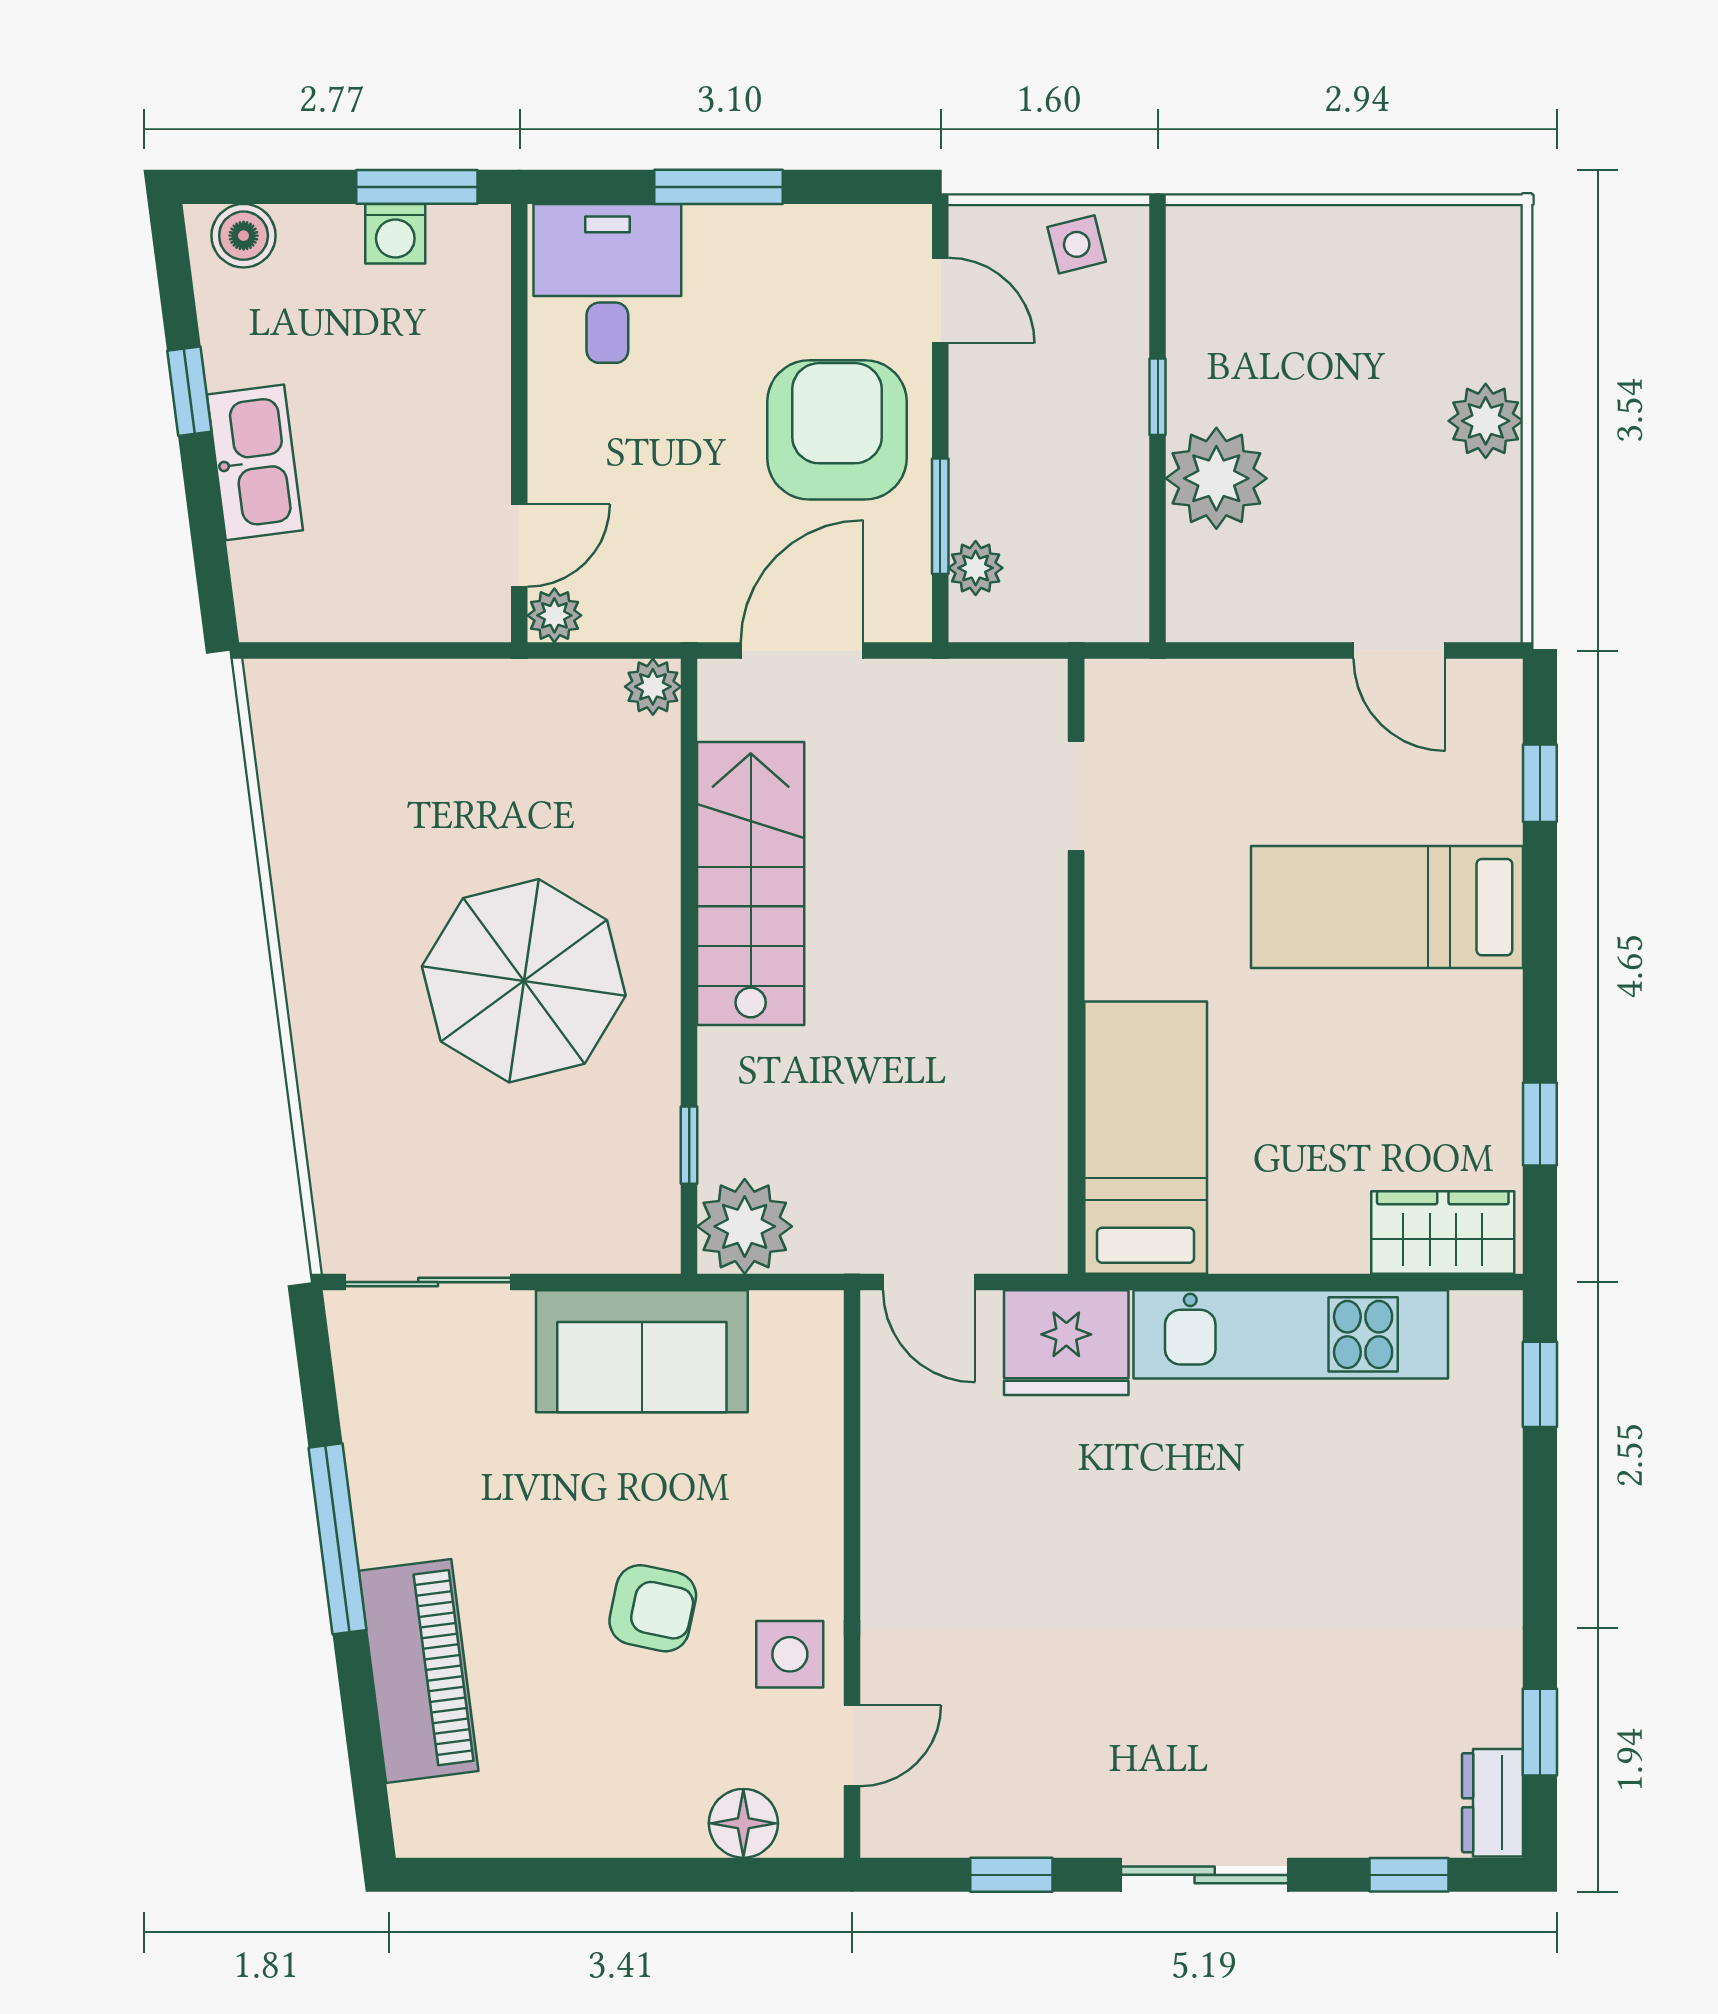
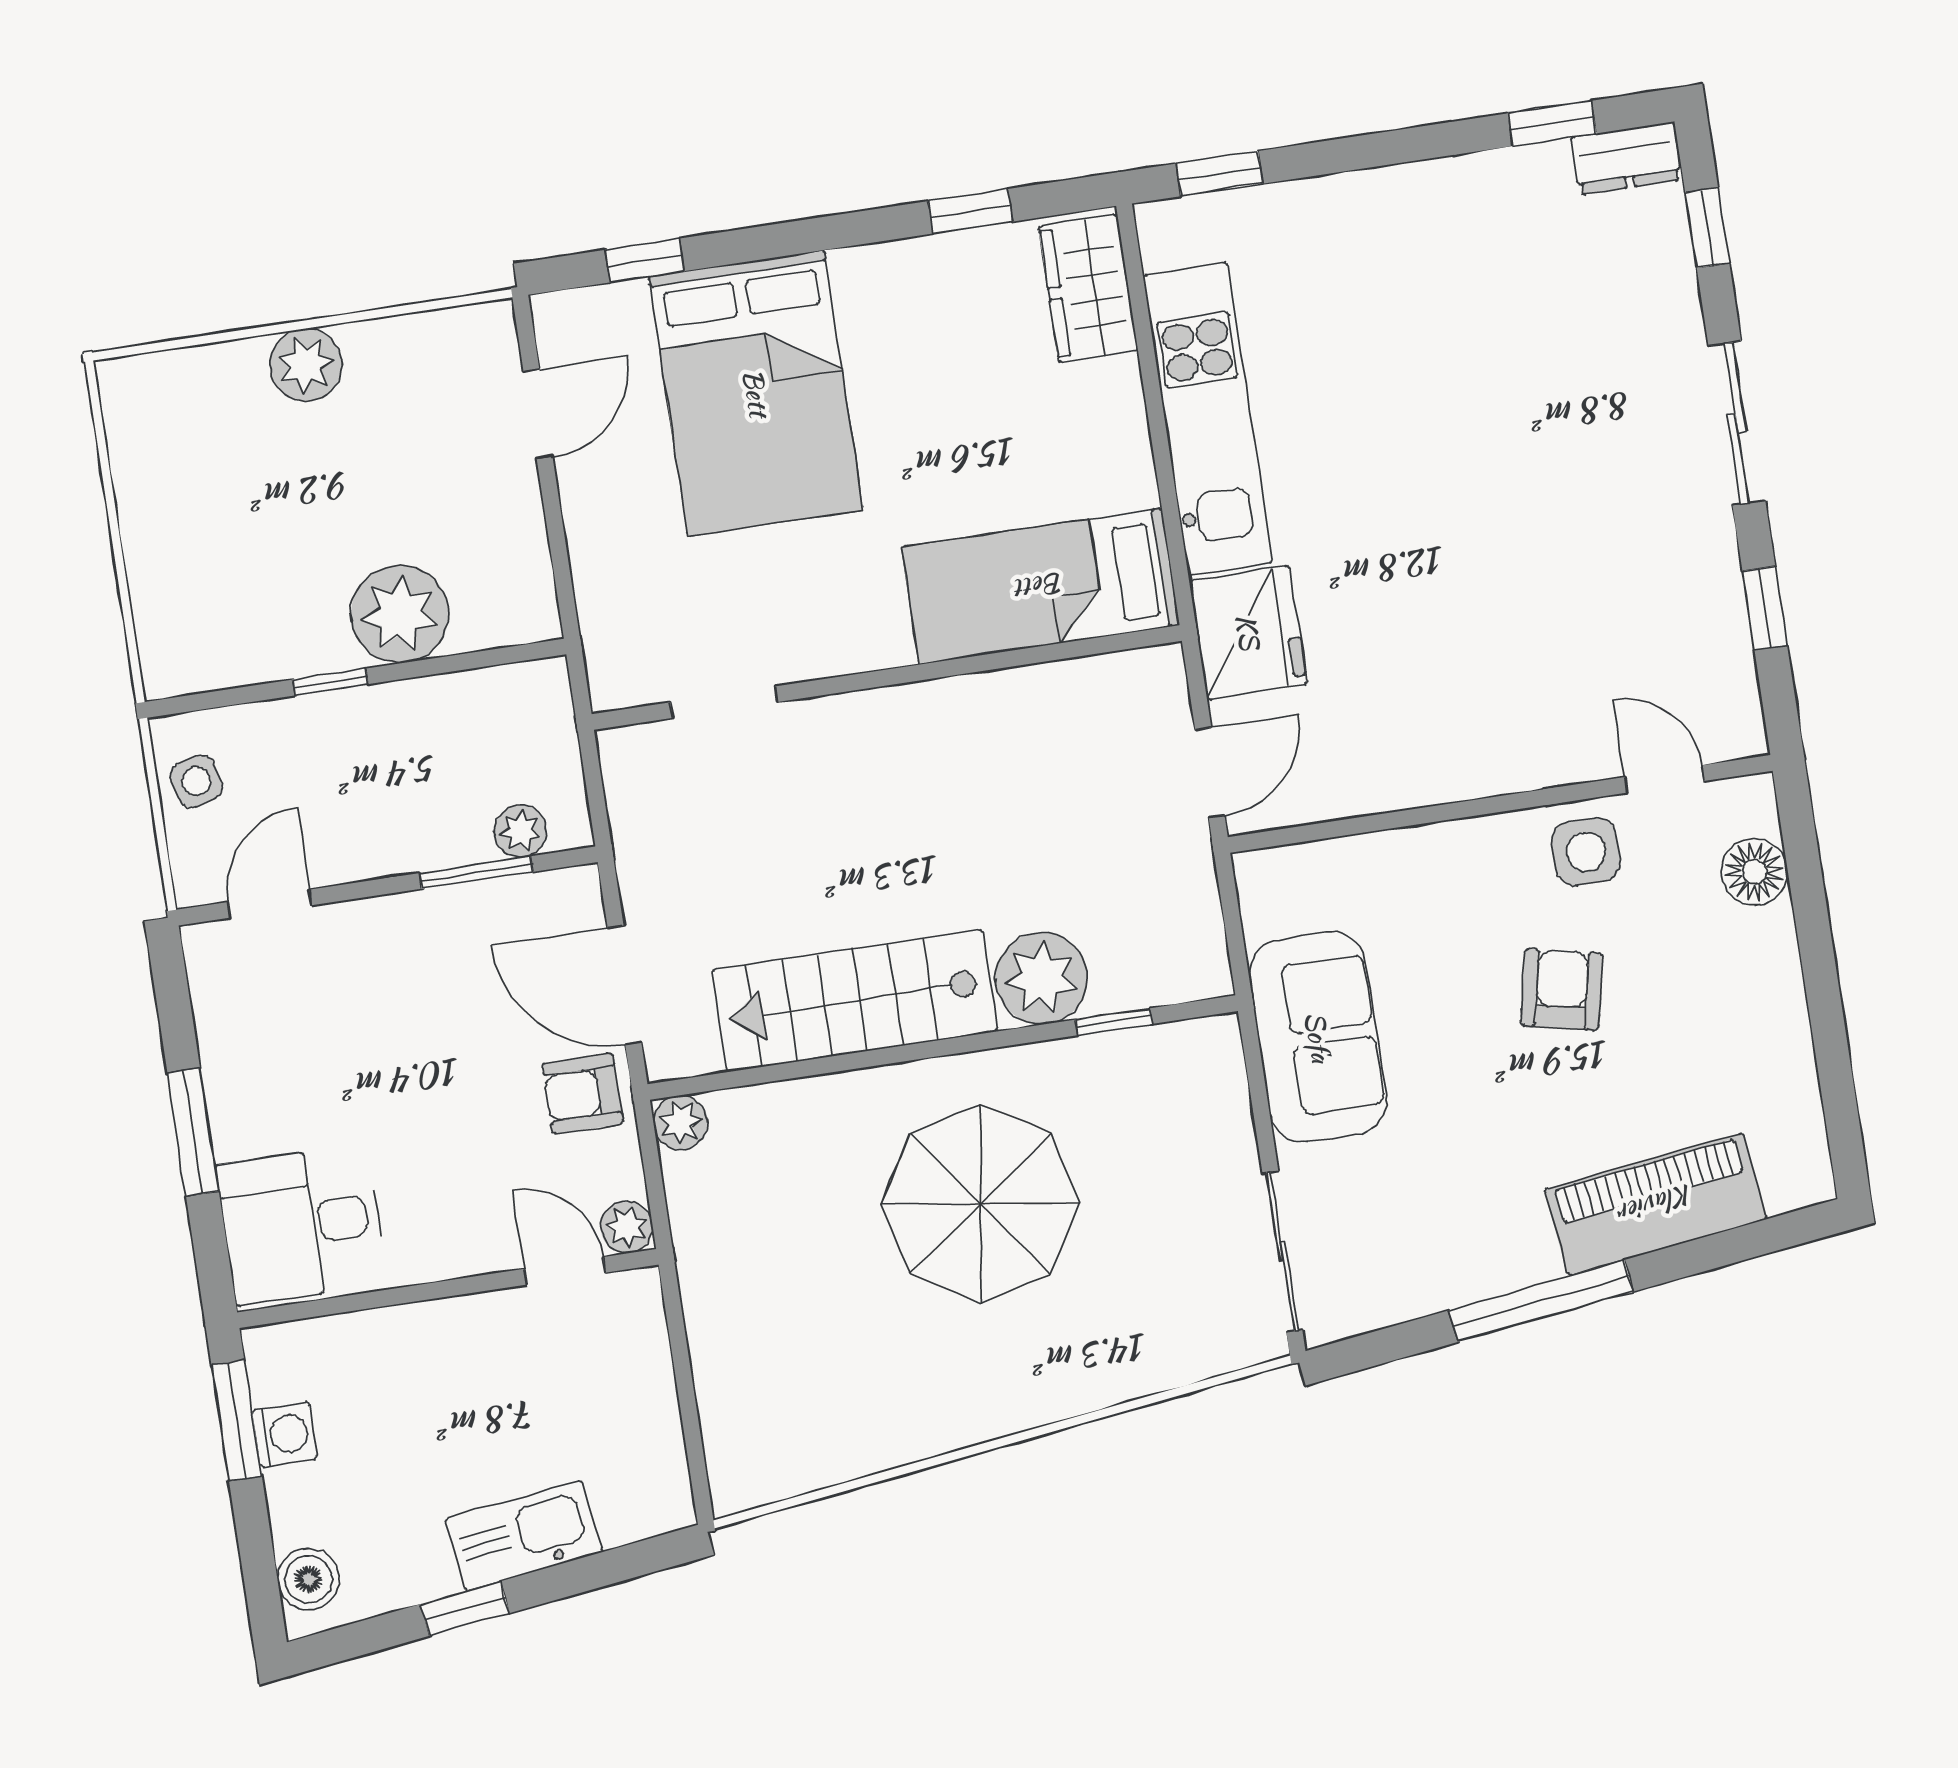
armchair: (837, 430) -> (583, 1094), moved, width x0.53, depth x0.53
bed: (1387, 907) -> (756, 393), width x1.50
plant: (745, 1226) -> (1042, 978), moved

